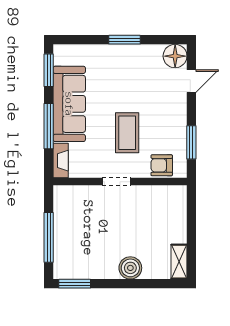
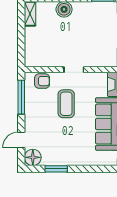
window: (125, 40) -> (56, 169), moved
window: (191, 142) -> (21, 97), width x1.44

